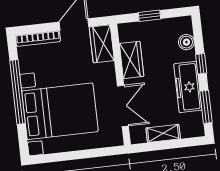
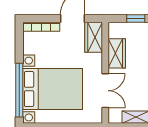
window: (17, 92) -> (19, 90), moved

